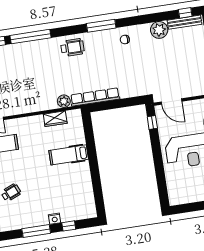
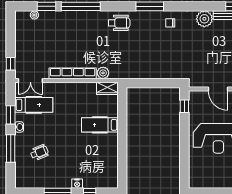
row of seats: (95, 97) -> (73, 73), moved
door: (172, 102) -> (218, 89), moved
wardrobe: (55, 119) -> (107, 88), moved

